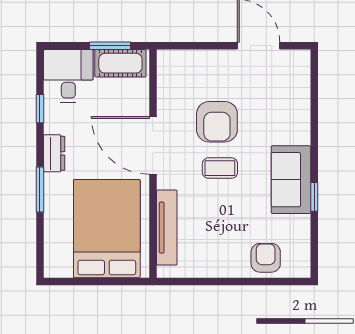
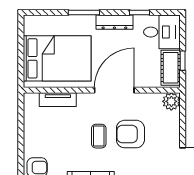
window: (110, 46) -> (183, 61), width x0.67
plant: (170, 62) -> (171, 101), added
dresser: (54, 153) -> (114, 22), width x1.44
tv unit: (167, 228) -> (58, 100), width x0.71

